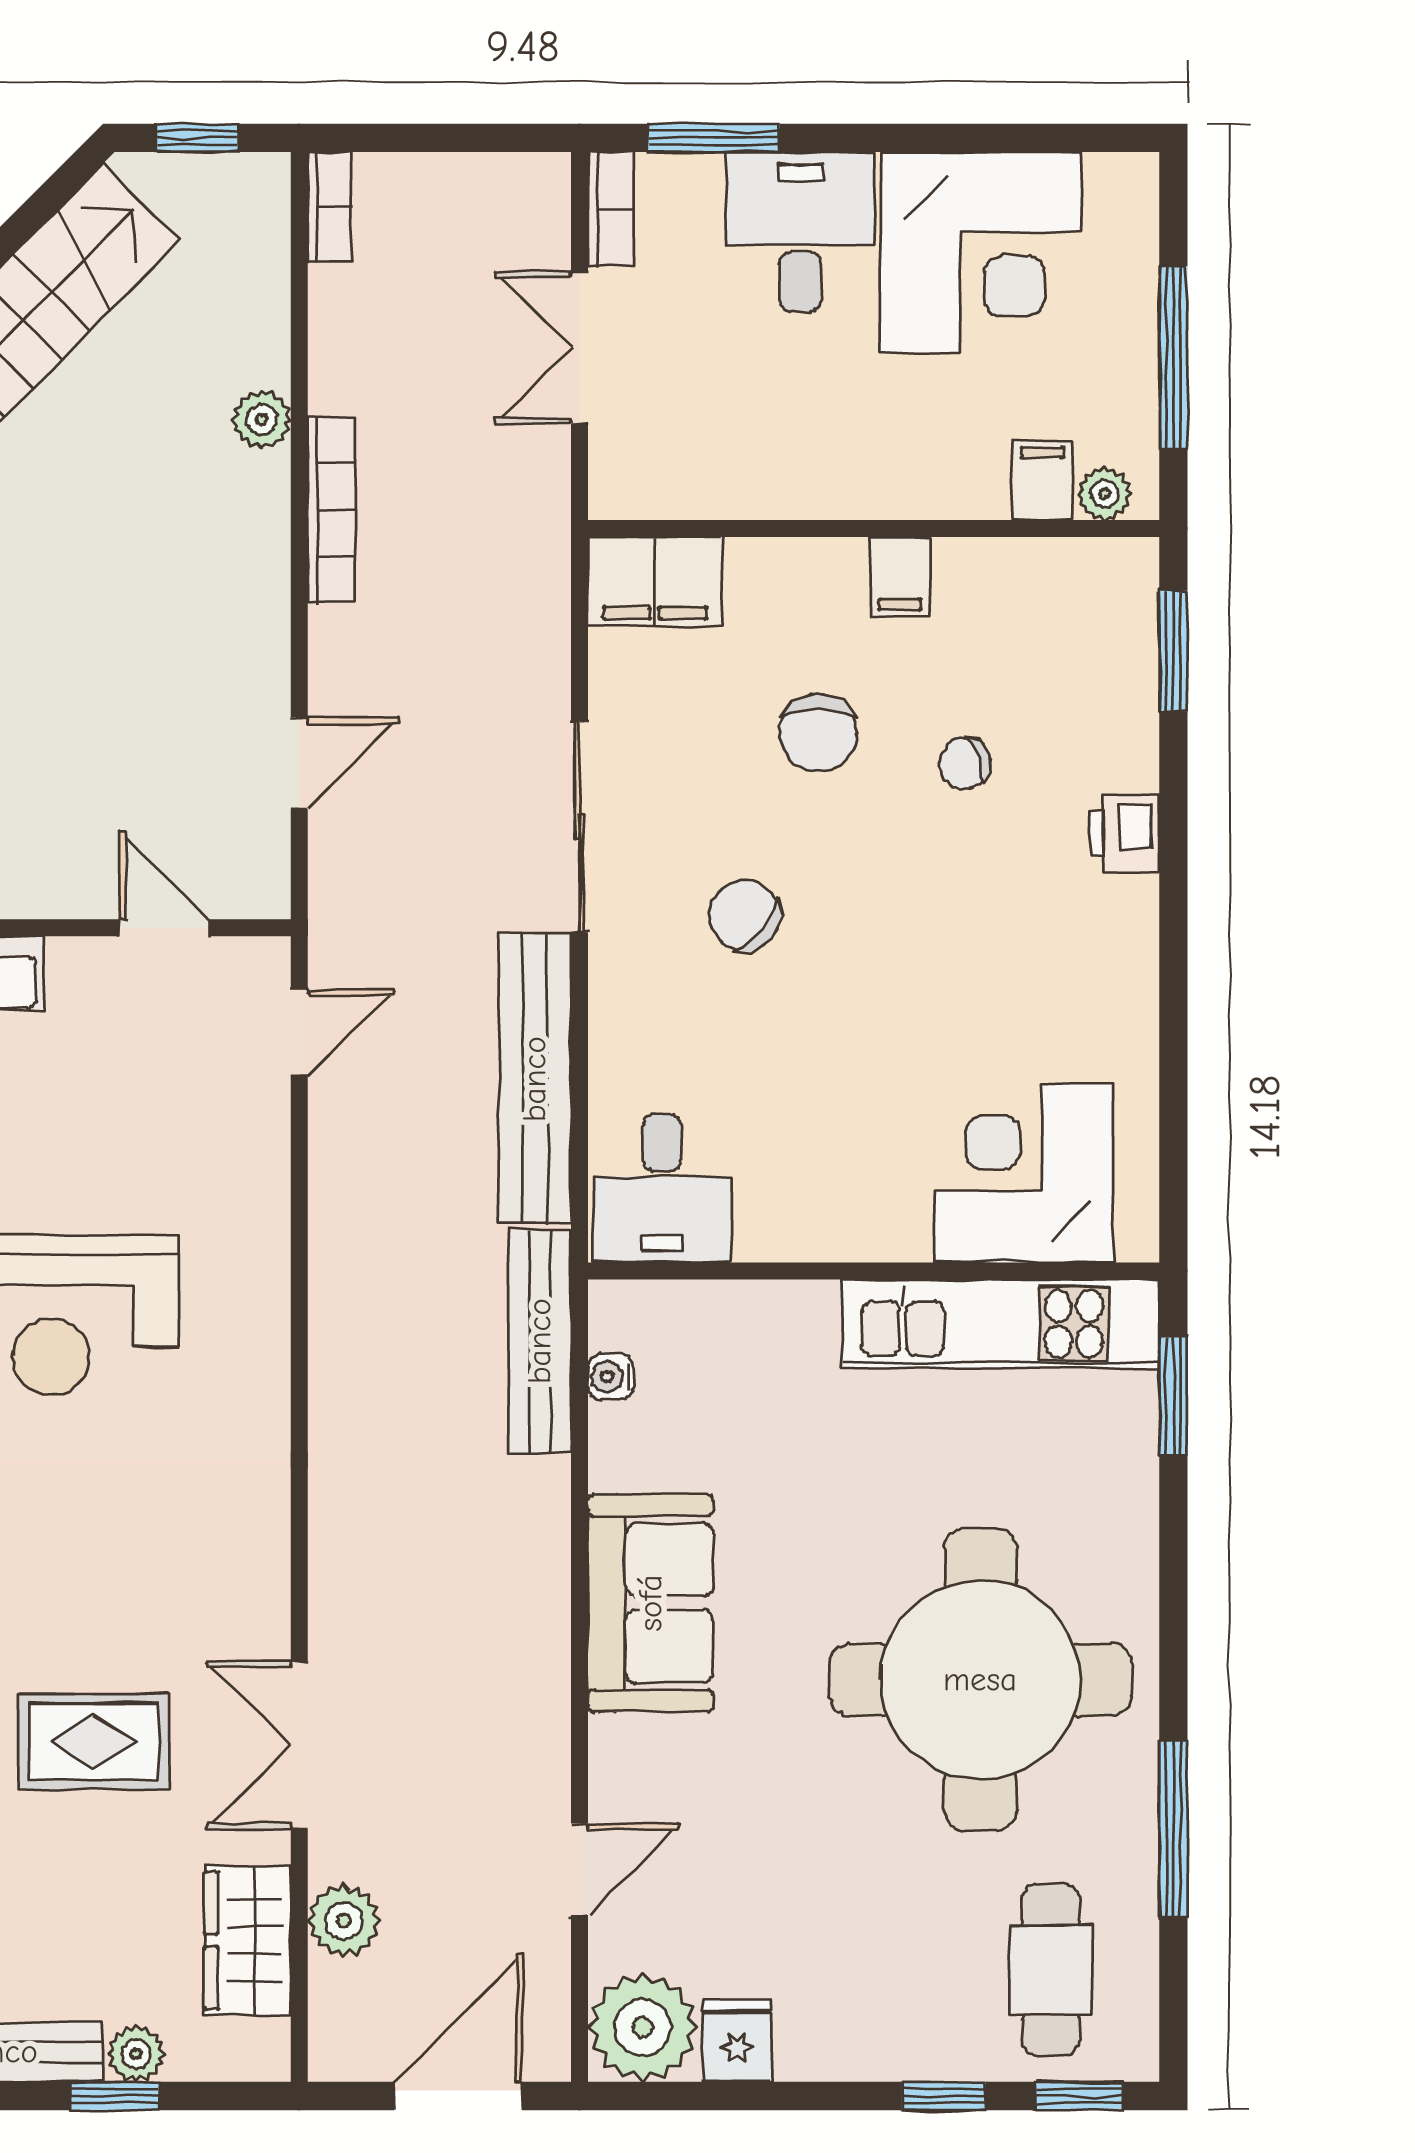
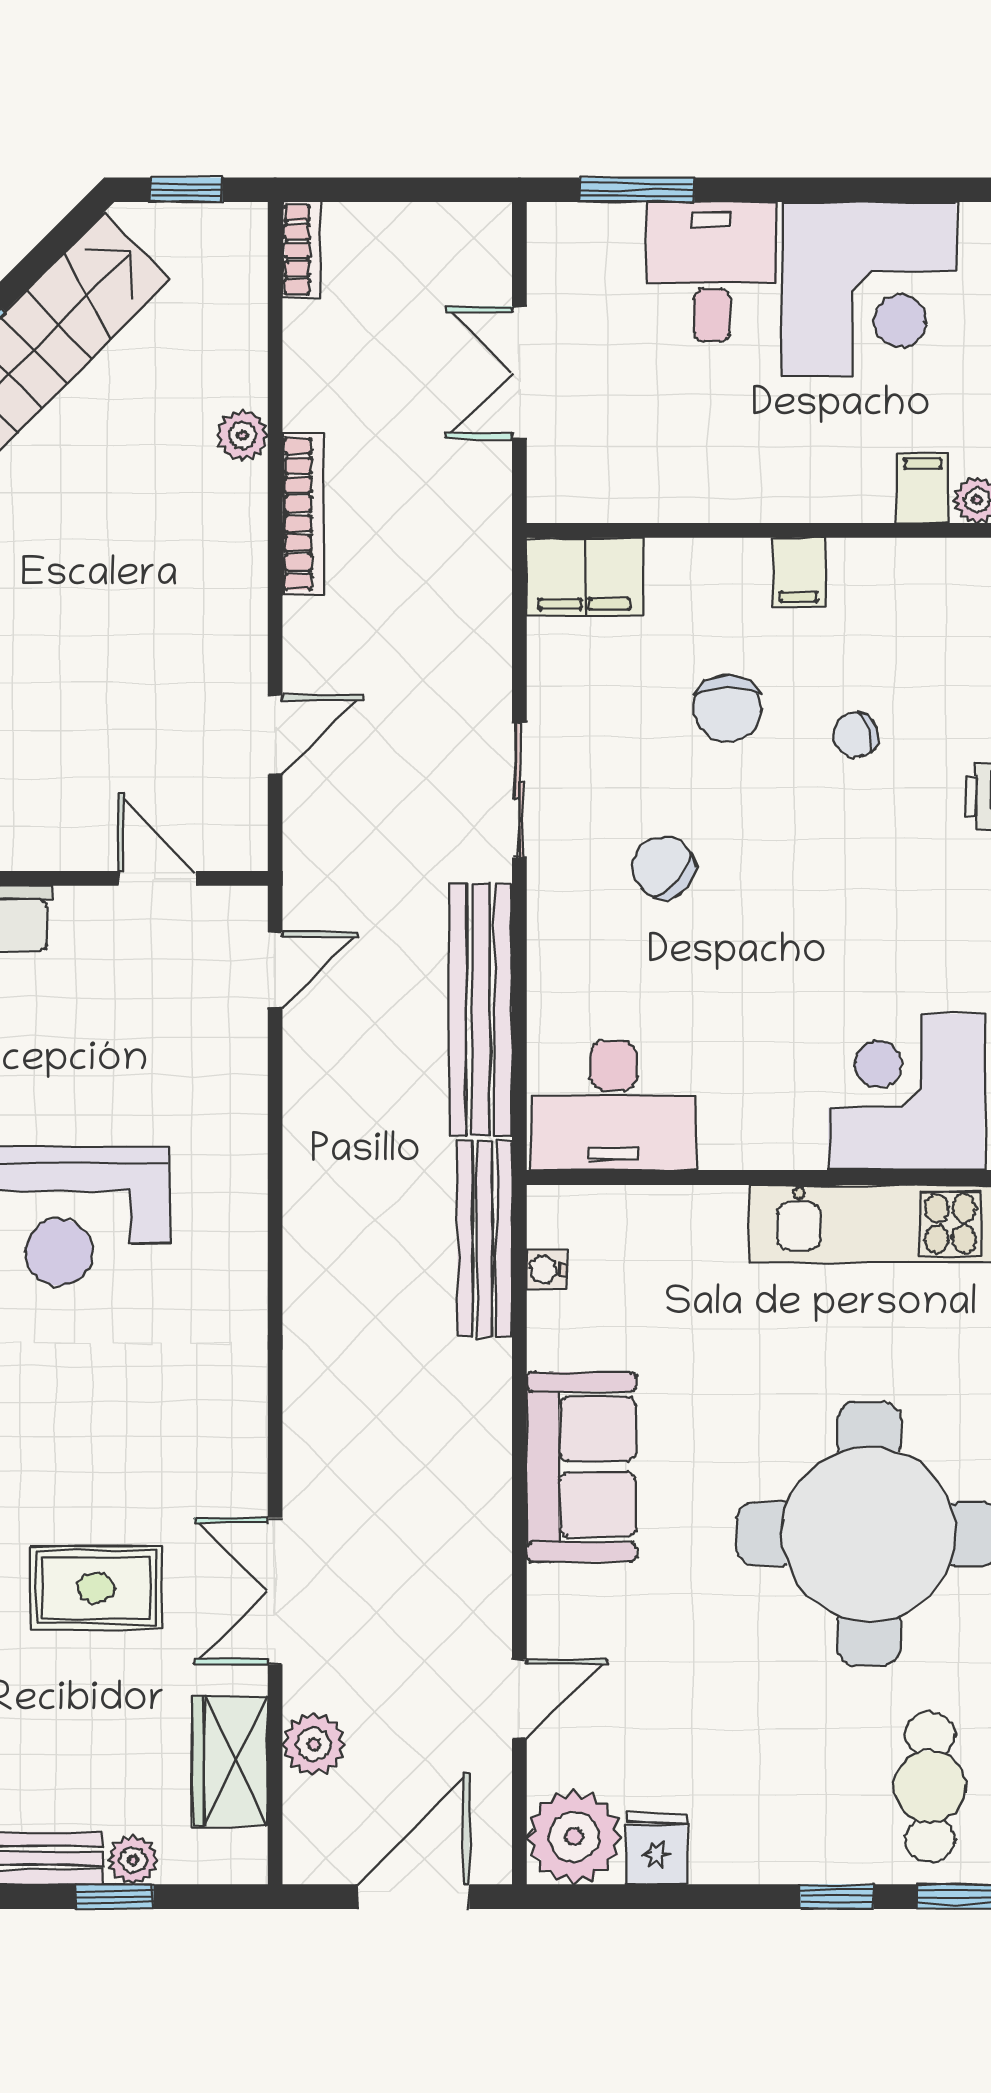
bookcase: (611, 209) -> (547, 252), removed
sliding door: (579, 827) -> (519, 790), width x0.73
desk: (662, 1189) -> (614, 1106), width x1.37

